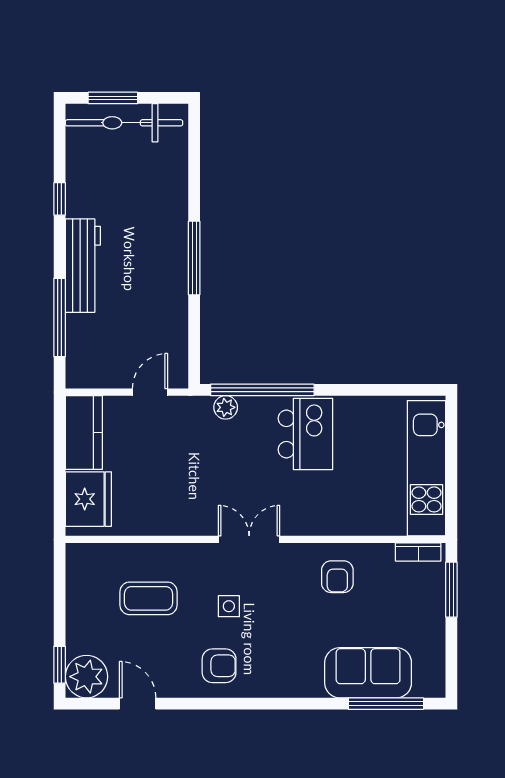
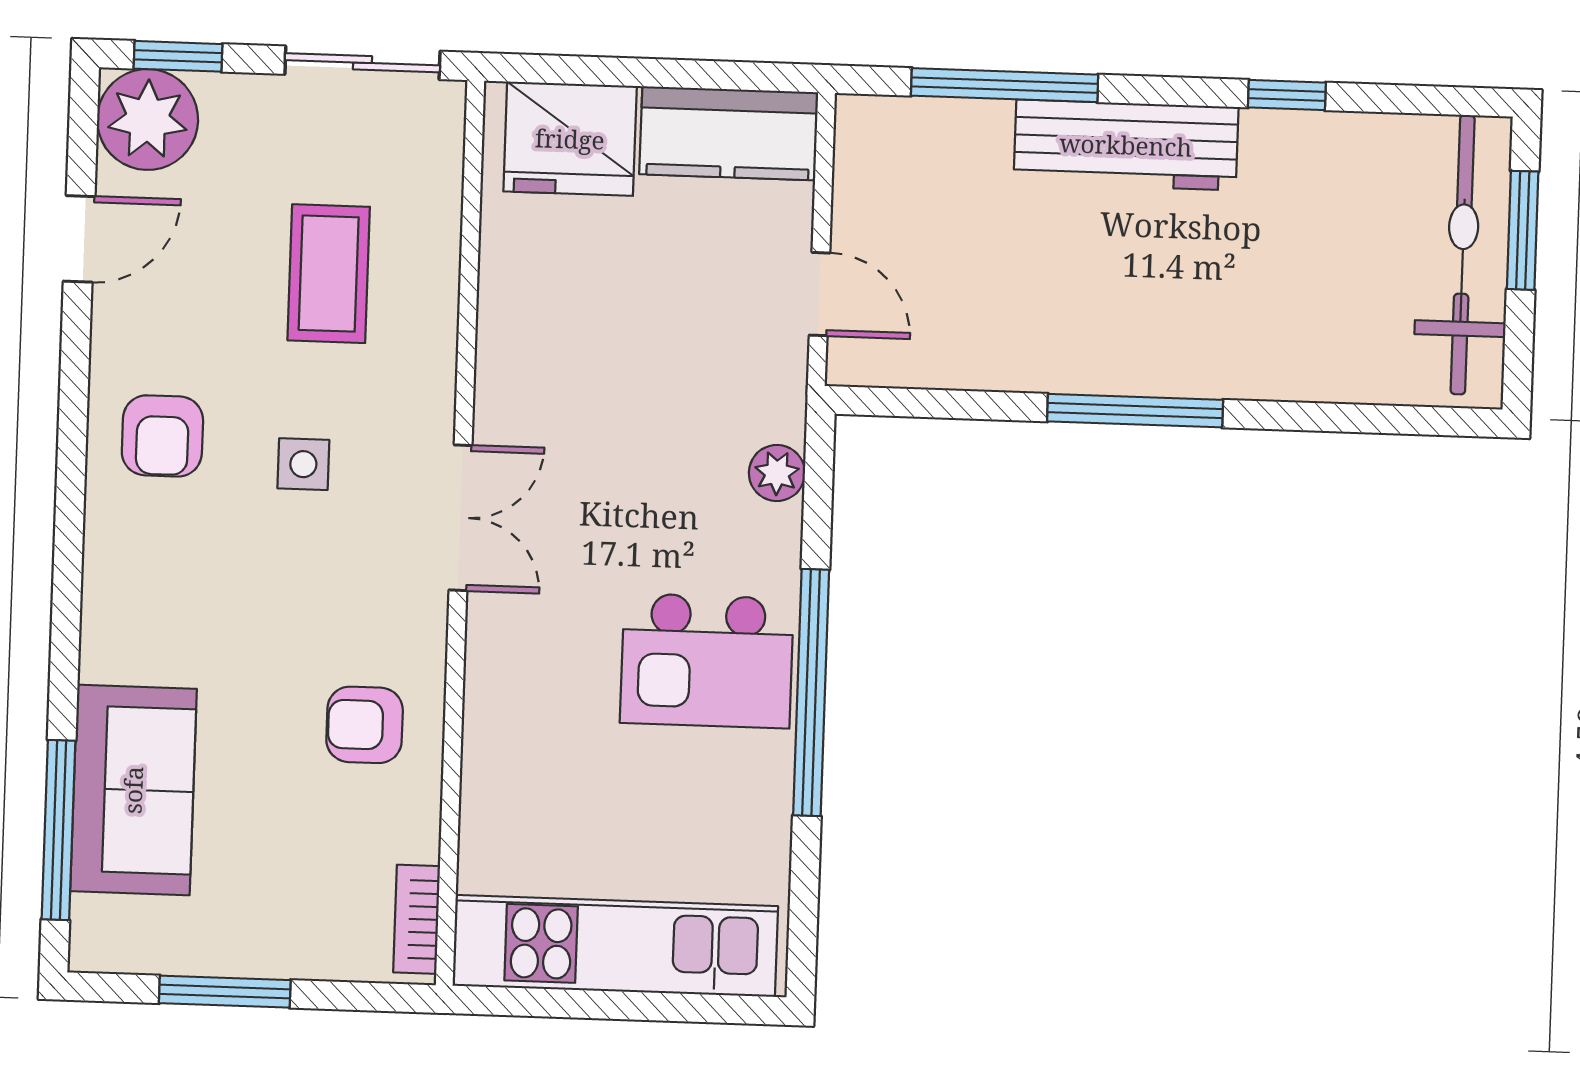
window: (262, 390) -> (811, 693), moved
sliding door: (60, 587) -> (362, 63), added
window: (451, 590) -> (225, 992), moved

